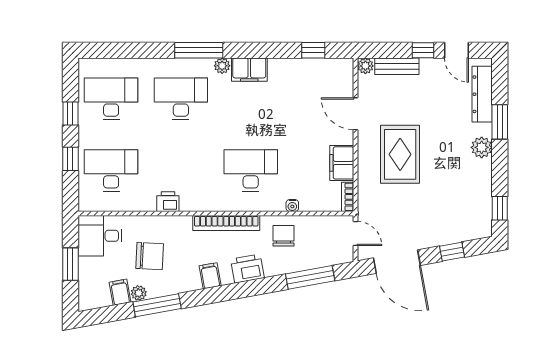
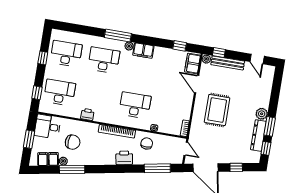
window: (423, 50) -> (219, 53), moved
bench: (397, 66) -> (228, 63), width x1.36
dresser: (482, 94) -> (258, 135), moved
window: (500, 122) -> (270, 126), moved
window: (70, 159) -> (37, 93), moved
filing cabinet: (342, 163) -> (193, 64), moved
filing cabinet: (210, 276) -> (43, 159), moved

